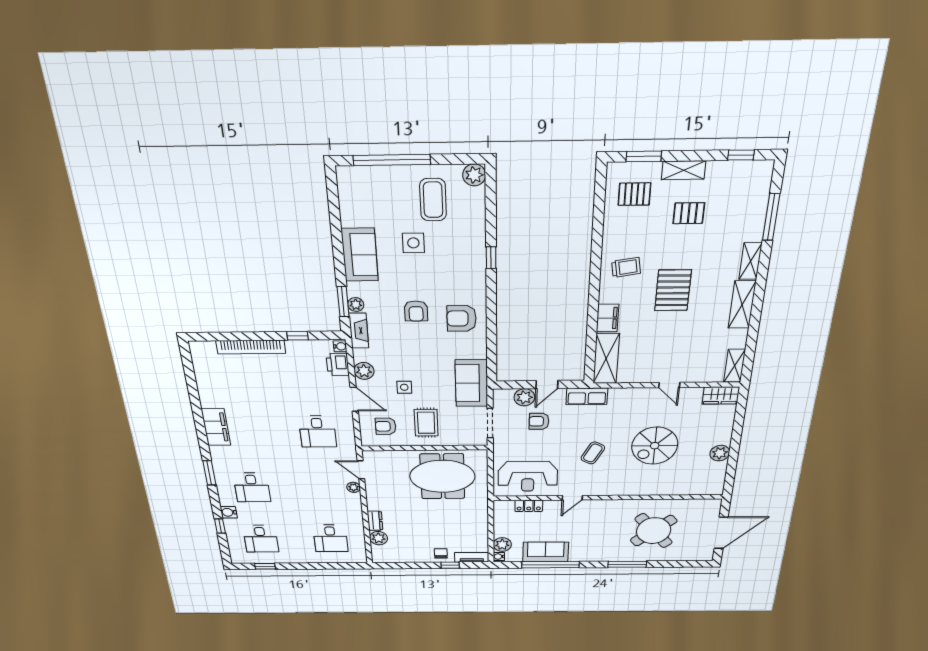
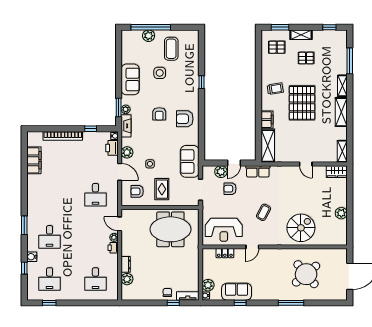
plant: (474, 175) -> (149, 36), moved
pallet: (673, 290) -> (302, 103), width x1.37, depth x1.41
filing cabinet: (216, 427) -> (34, 160), moved
spiral stairs: (655, 446) -> (301, 228), moved, turned 180
printer: (354, 500) -> (113, 248), added
window: (550, 565) -> (240, 303), width x0.32

